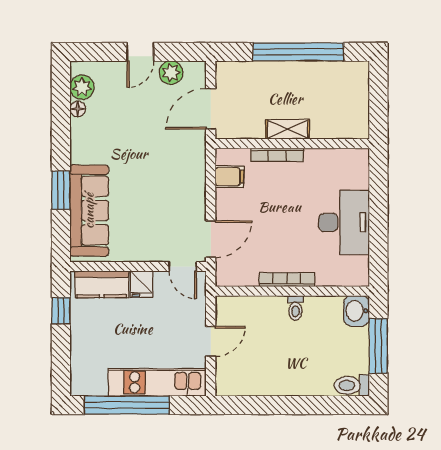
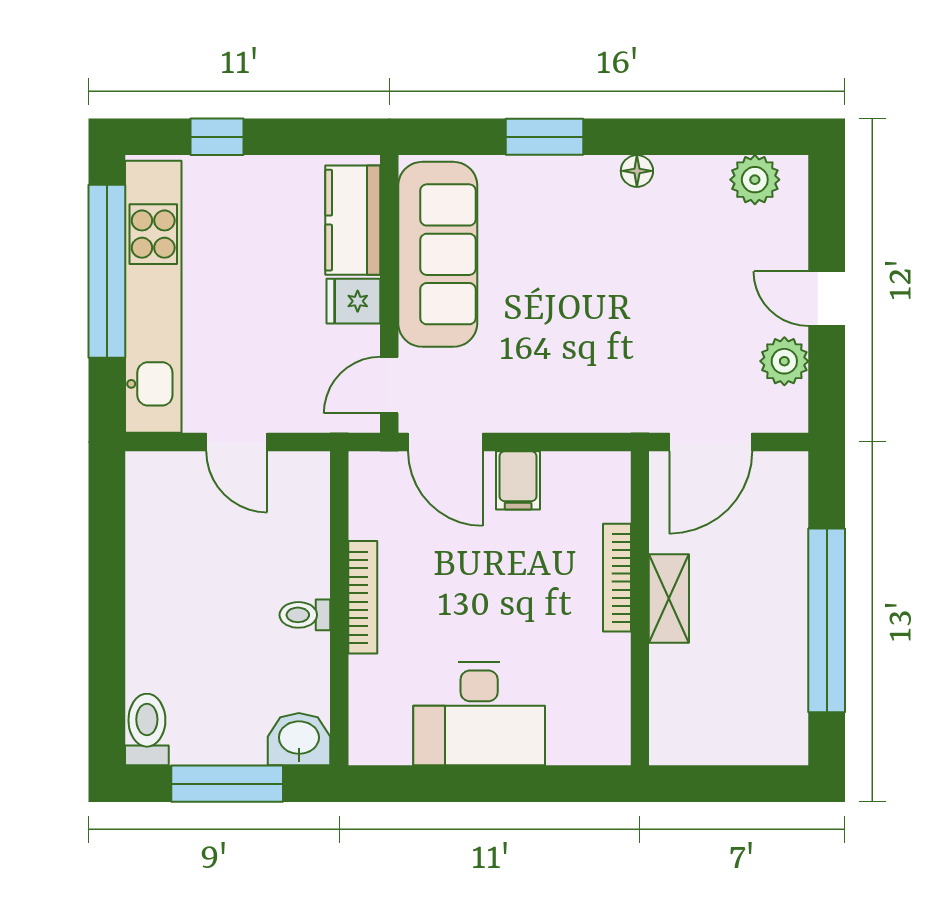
floor lamp: (78, 109) -> (637, 171), moved
door: (211, 109) -> (711, 442), swing flipped
filing cabinet: (229, 177) -> (518, 480), moved
sofa: (89, 211) -> (438, 254), moved, turned -90
window: (61, 311) -> (217, 137), moved
kitchen unit: (157, 382) -> (153, 297), width x1.36

